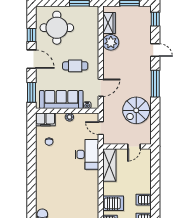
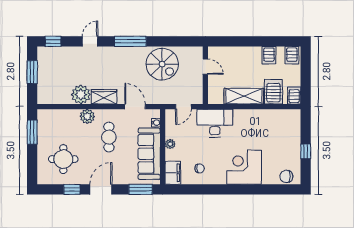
wardrobe: (109, 23) -> (104, 97), moved
round table: (57, 28) -> (63, 159), width x0.73, depth x0.73
plant: (92, 48) -> (87, 116), added
shelving: (109, 165) -> (244, 96), moved
corner desk: (50, 179) -> (244, 167), added

